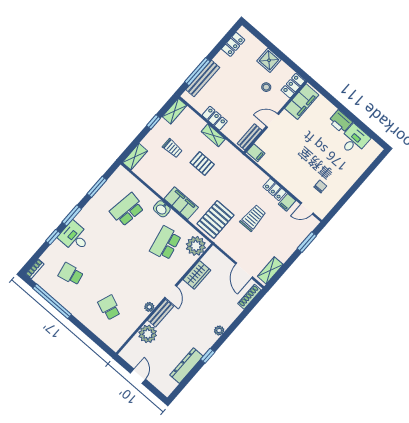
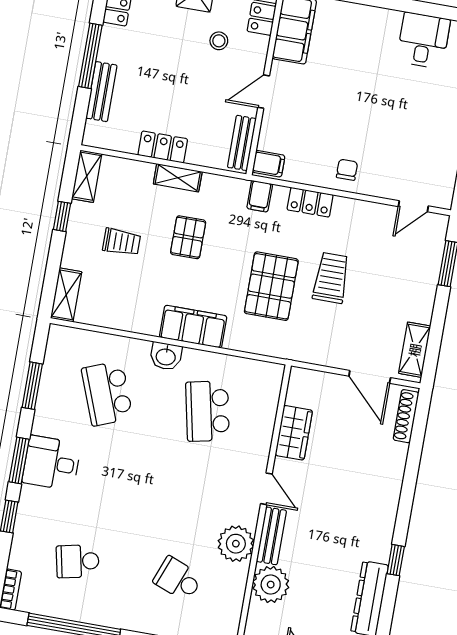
window: (197, 72) -> (90, 56), moved
bench: (203, 79) -> (101, 92), width x0.73
printer: (340, 122) -> (381, 23), removed
pallet: (202, 163) -> (188, 237), turned 90
chair: (320, 187) -> (347, 170), moved
locker: (275, 190) -> (310, 202), moved
filing cabinet: (287, 202) -> (260, 196), moved
school desk: (127, 210) -> (107, 393), turned -30
pallet: (215, 219) -> (271, 286), moved
desk: (75, 237) -> (51, 463), moved
plant: (196, 246) -> (262, 385), removed
plant: (149, 307) -> (236, 544), width x1.87, depth x1.87
plant: (219, 330) -> (389, 505), removed

